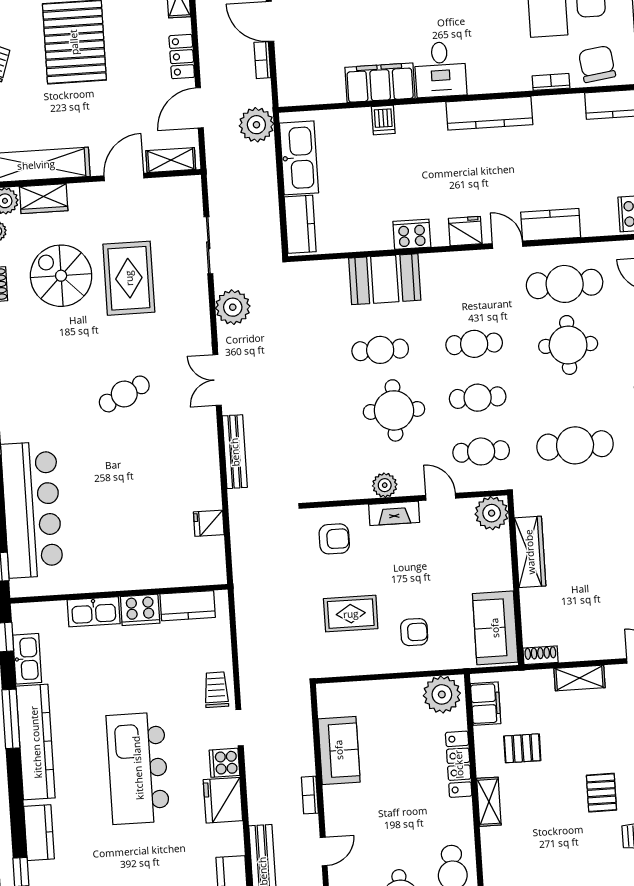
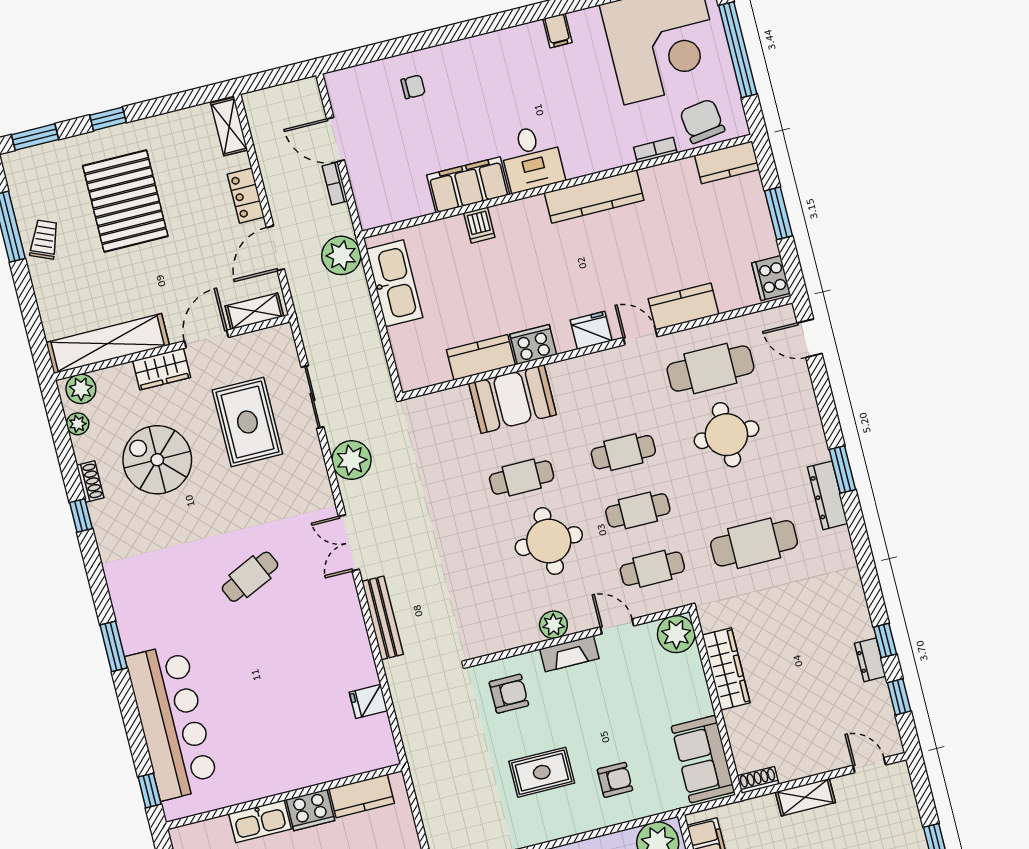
wardrobe: (44, 199) -> (162, 369), moved
kitchen counter: (300, 224) -> (481, 357), moved, turned -90
rug: (129, 278) -> (247, 422), moved

